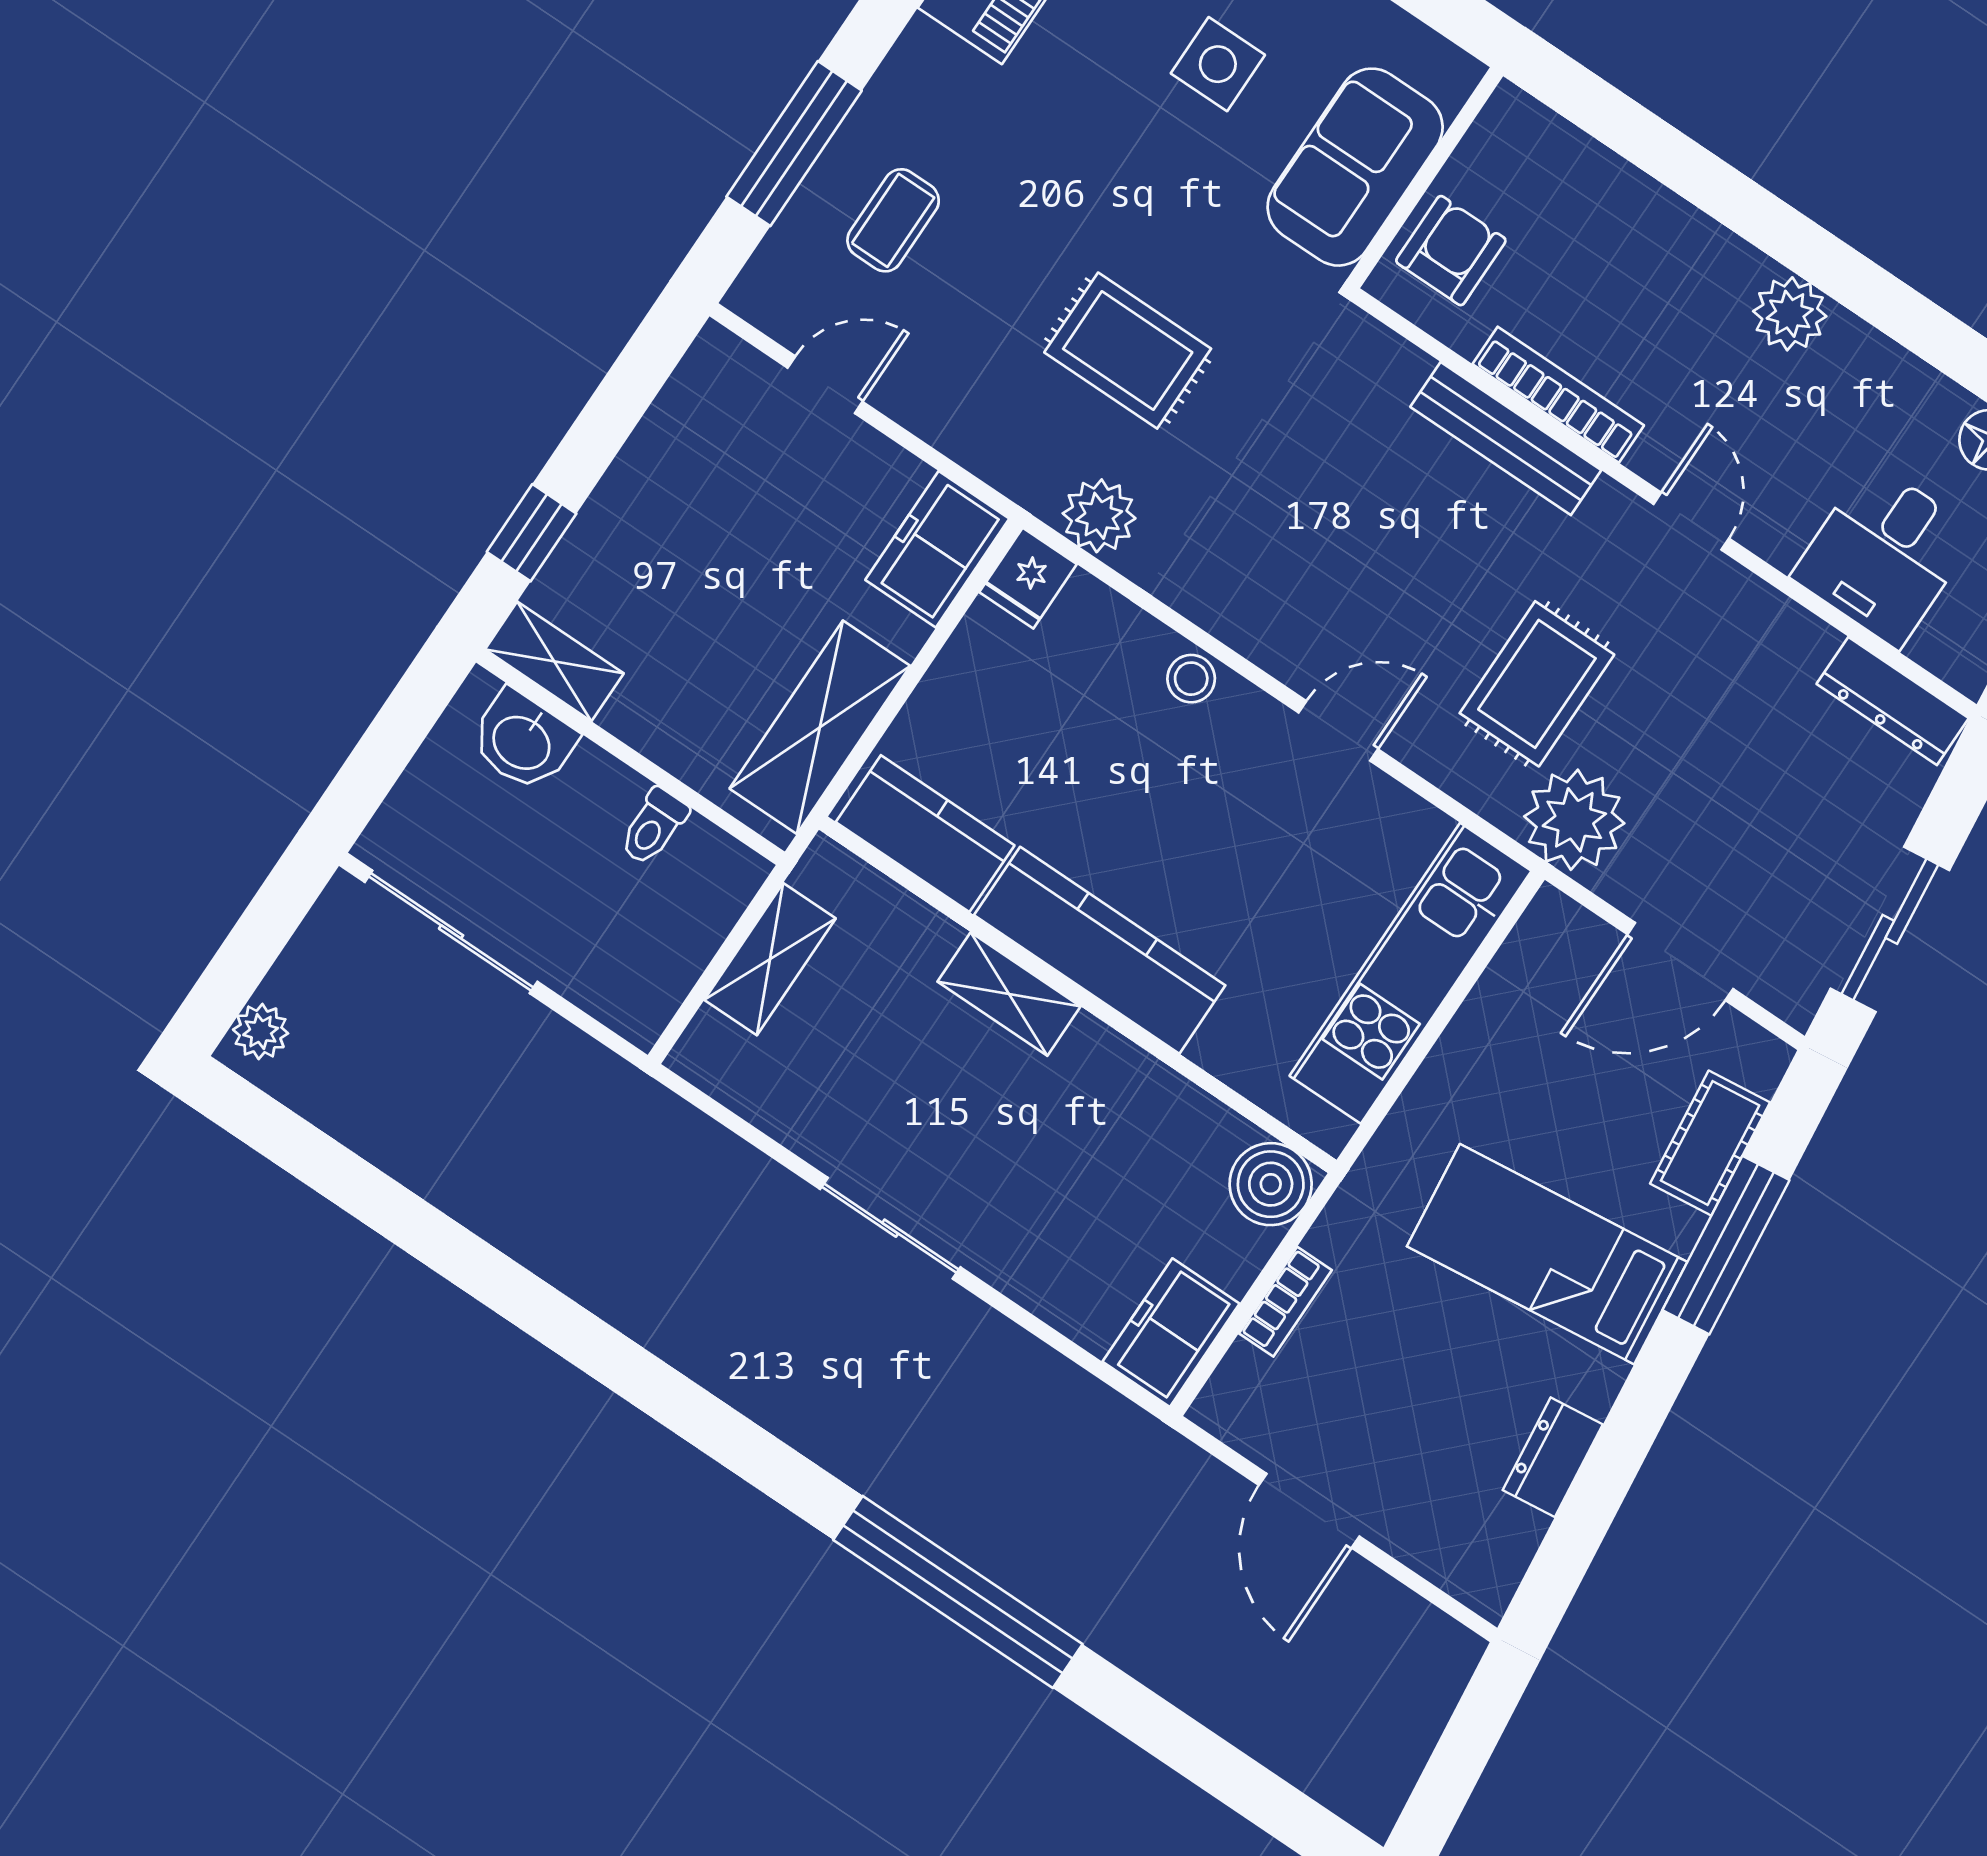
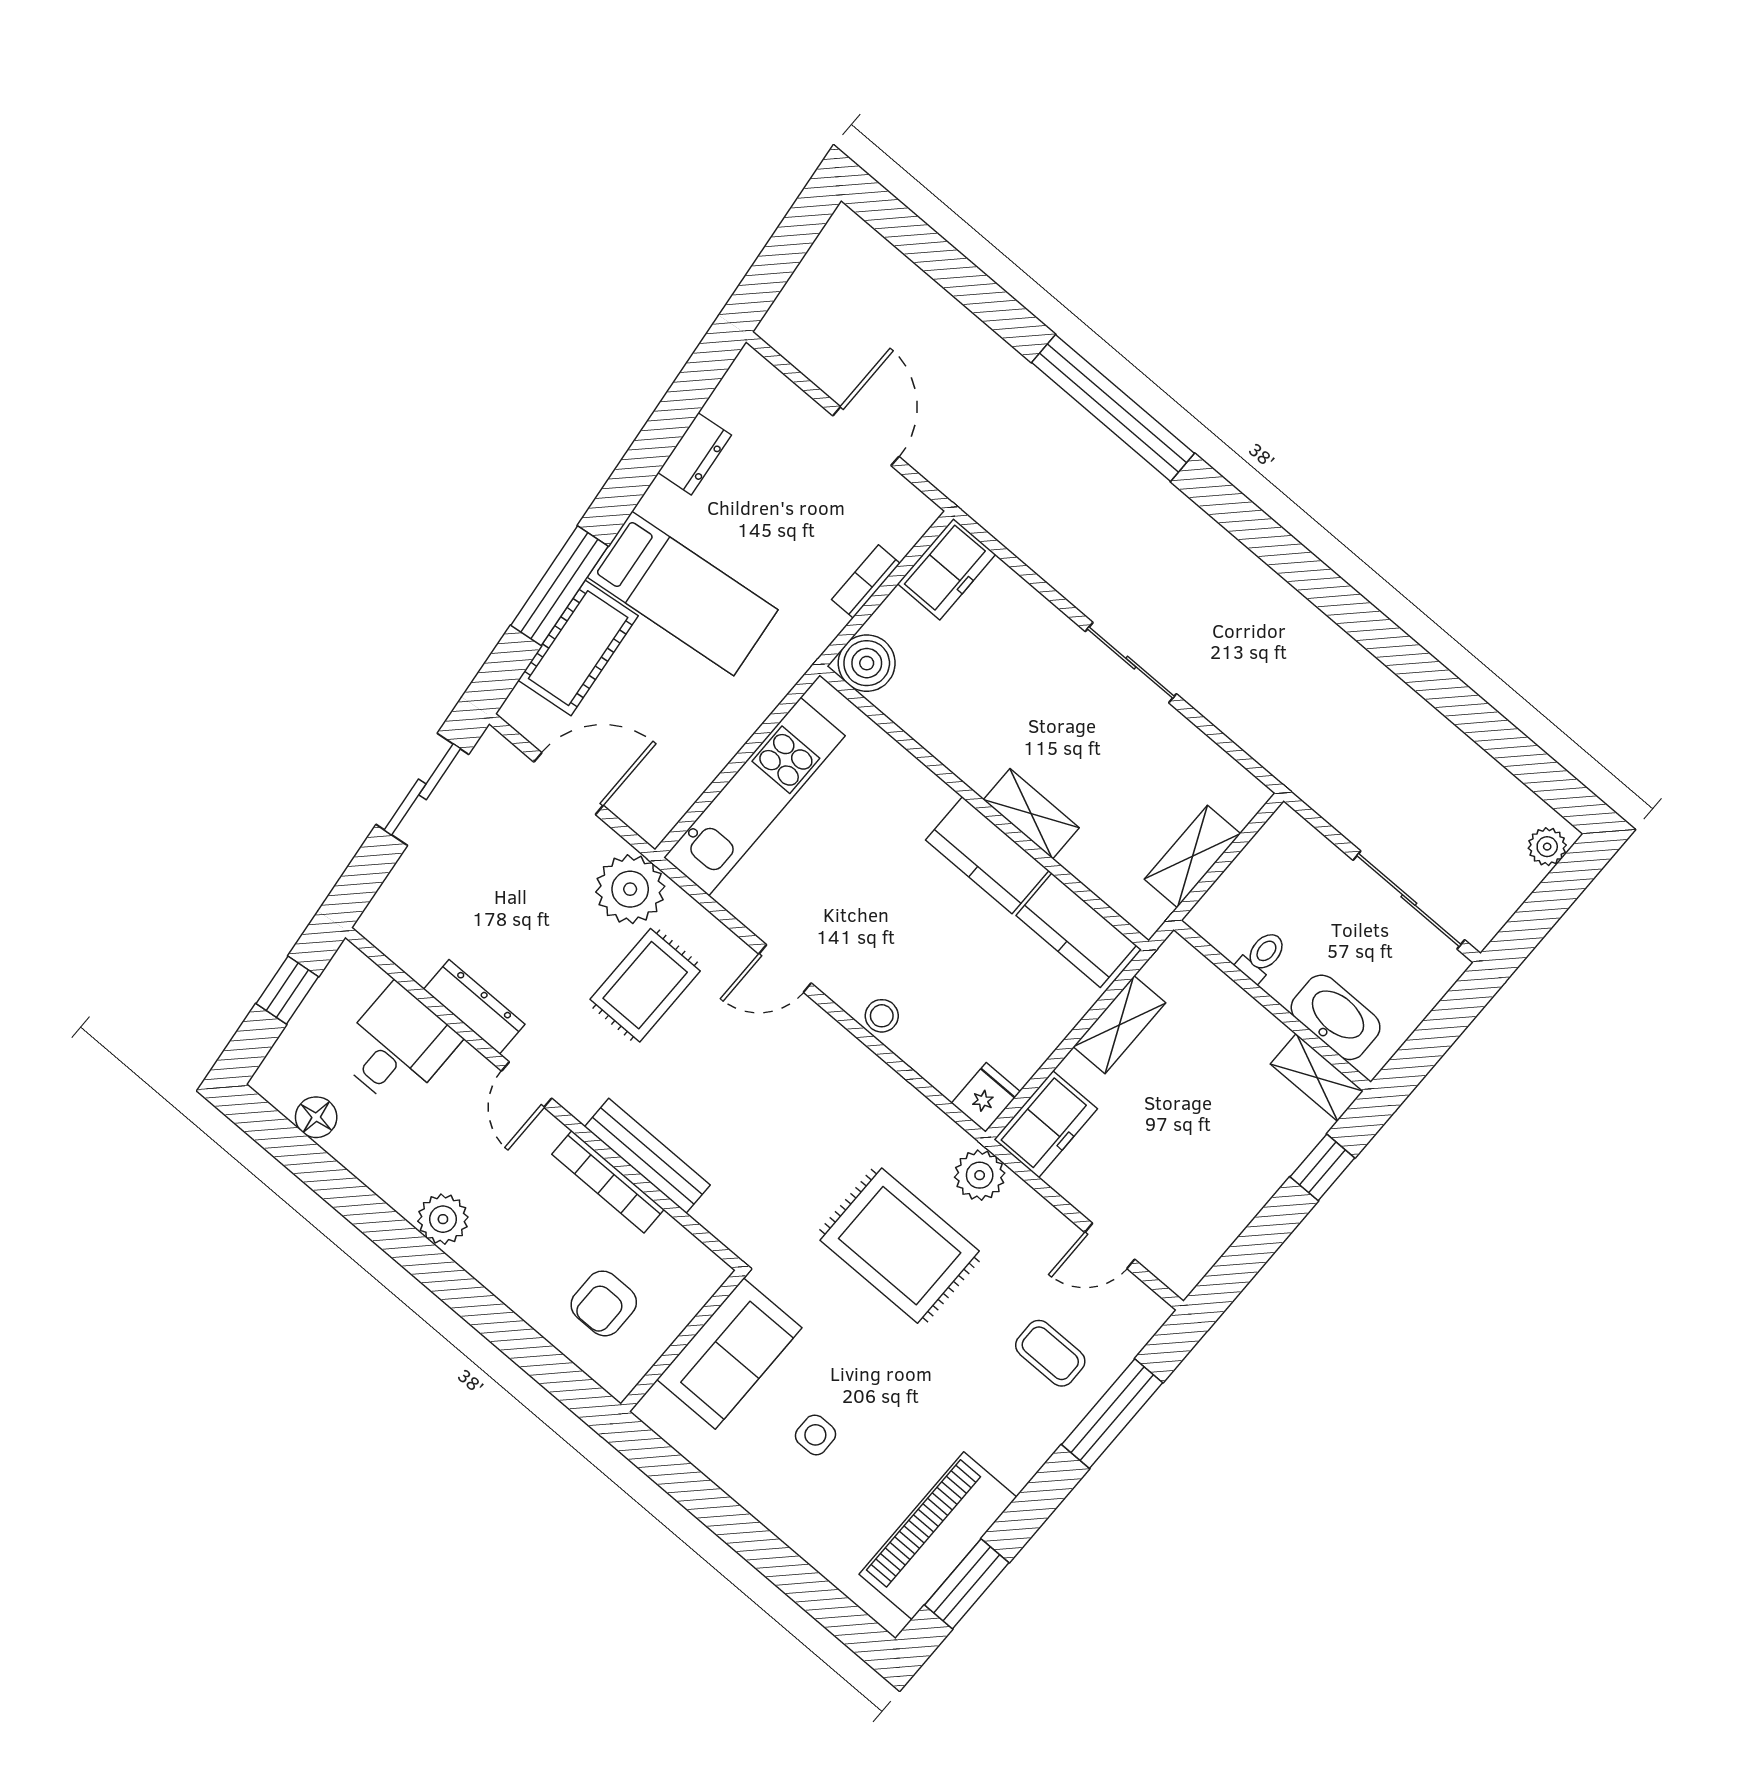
side table: (1218, 64) -> (815, 1435), width x0.73, depth x0.73
coffee table: (893, 220) -> (1050, 1353), turned 90
armchair: (1451, 251) -> (604, 1303), moved
rug: (1128, 351) -> (900, 1246), width x1.36, depth x1.43
plant: (1099, 516) -> (980, 1175), moved
dresser: (1893, 701) -> (474, 1007), moved
shelving: (820, 727) -> (1120, 1025), width x0.67, depth x0.75
washbasin: (523, 741) -> (1336, 1017), width x1.38
kitchen counter: (1100, 950) -> (987, 855), width x0.67
cot: (1710, 1143) -> (578, 648), width x1.37, depth x1.34

